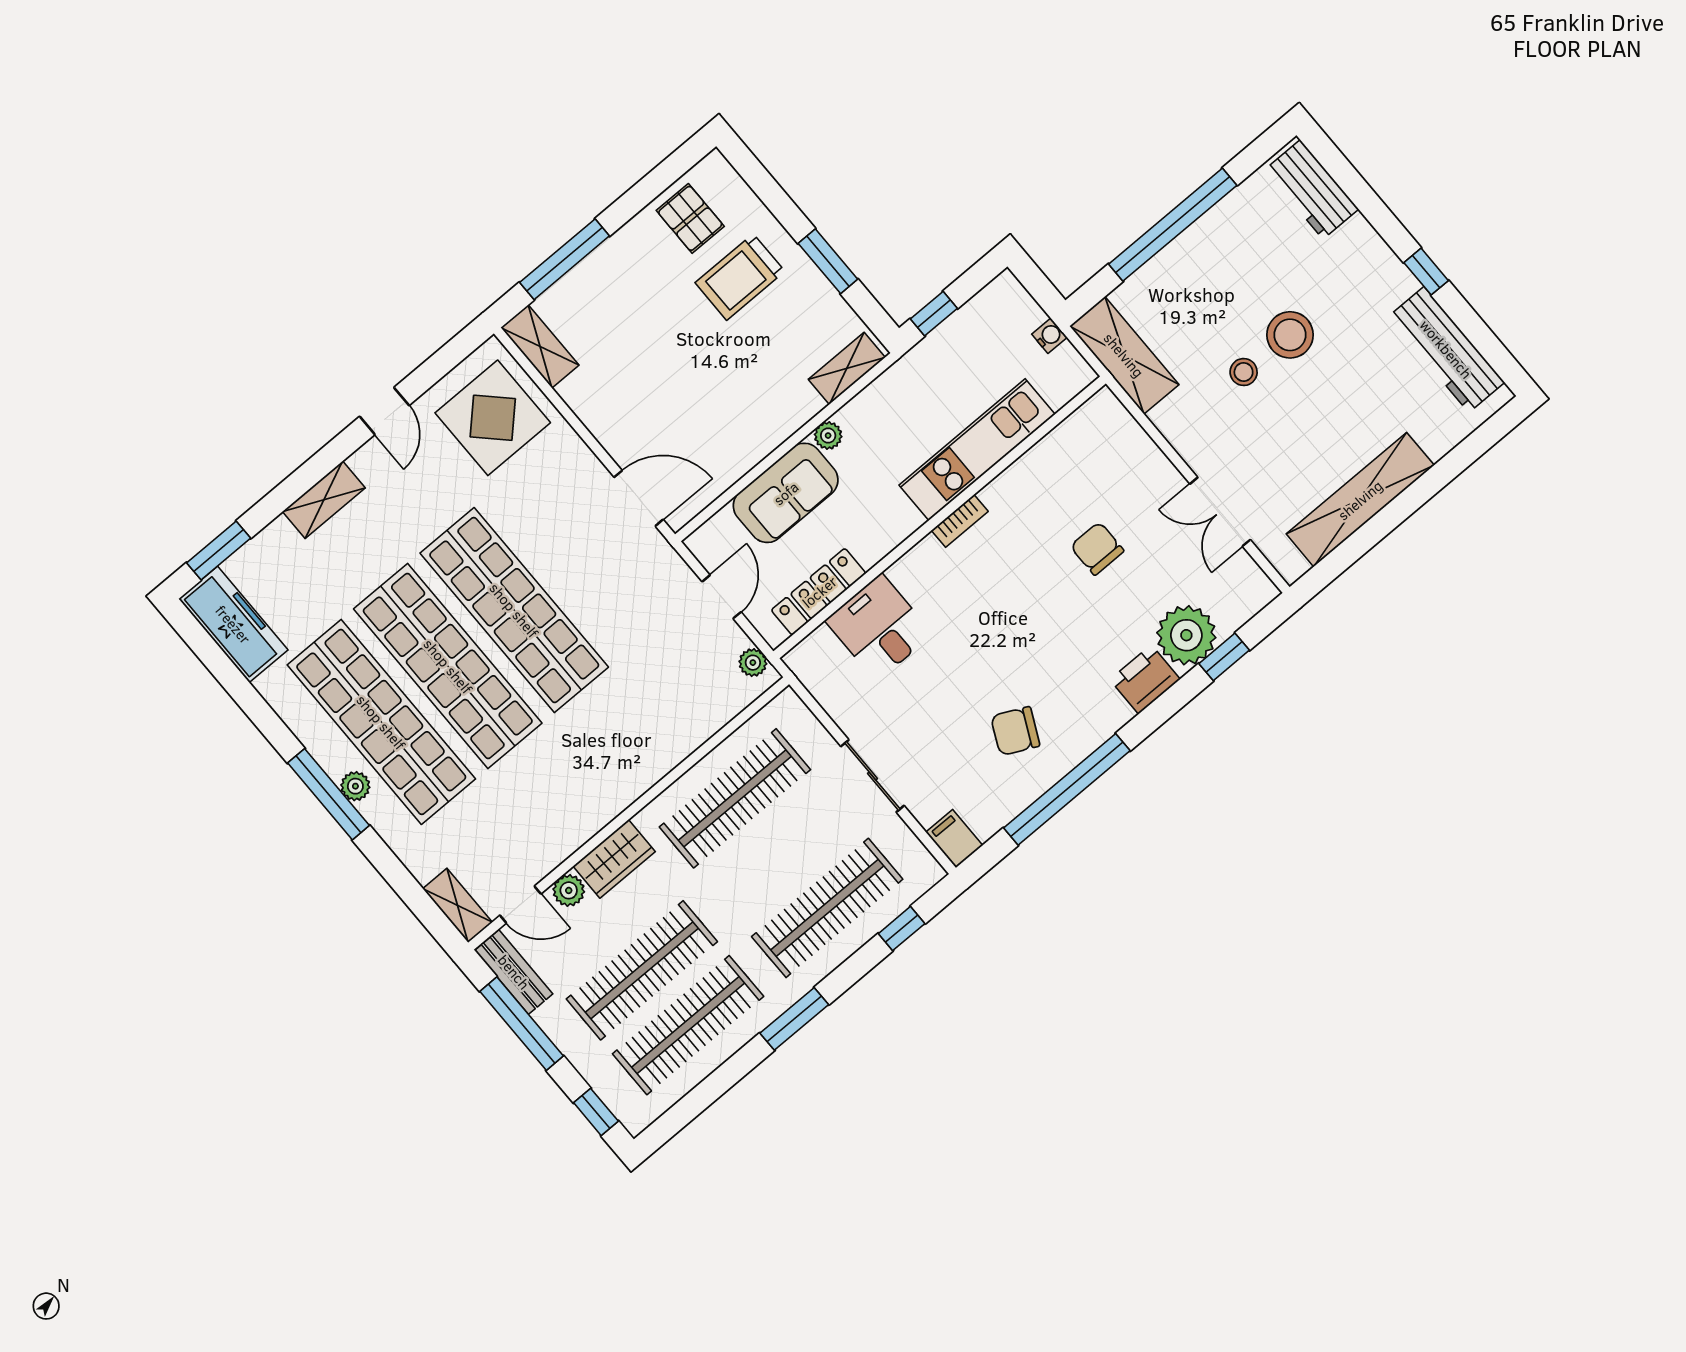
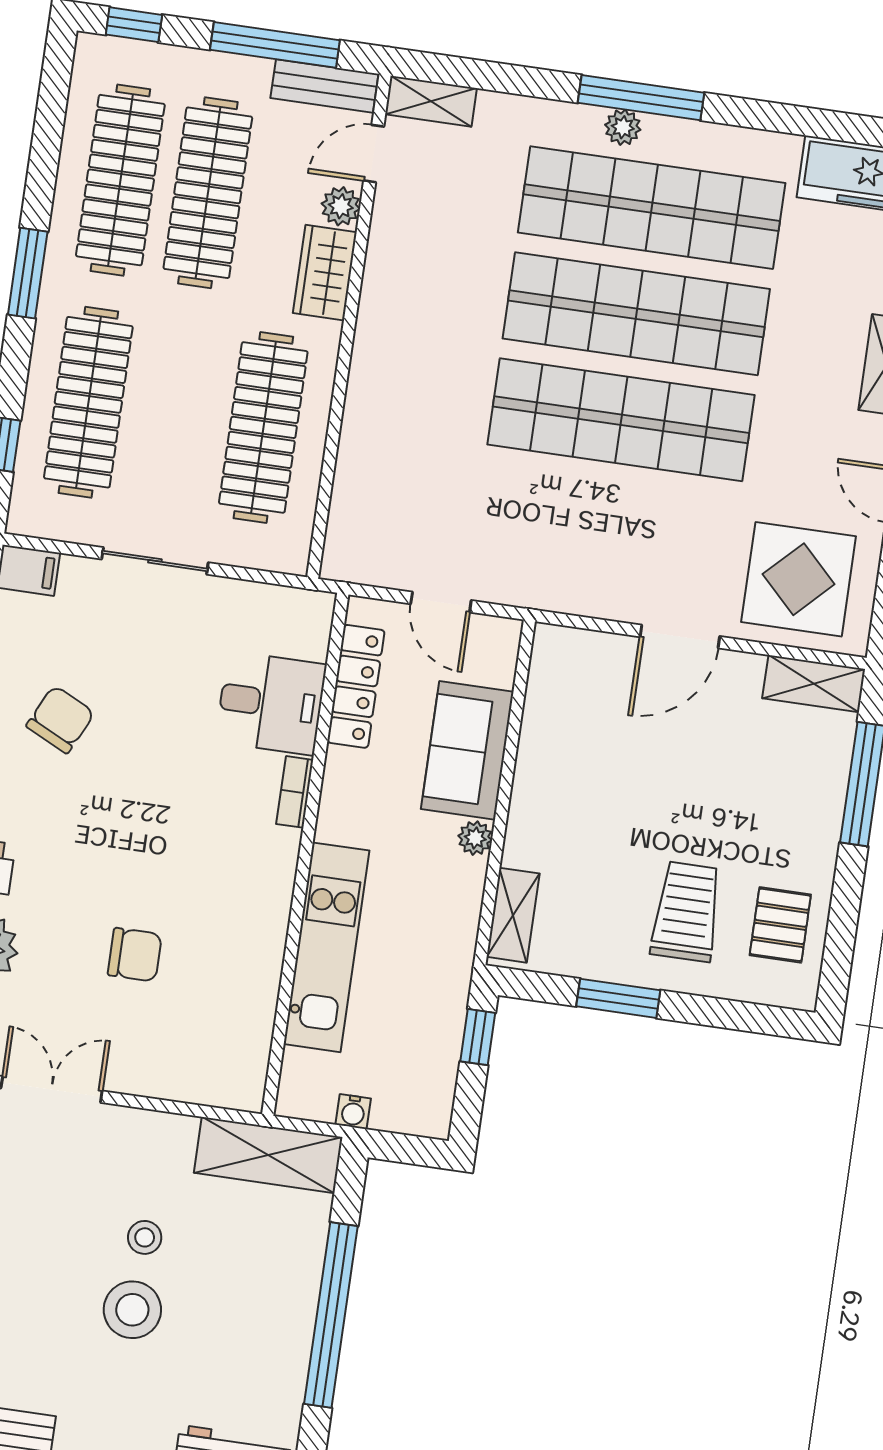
pallet: (690, 218) -> (780, 925), turned 90
door: (639, 498) -> (680, 637), moved
bookcase: (960, 521) -> (295, 792), moved
plant: (753, 663) -> (358, 567), removed

